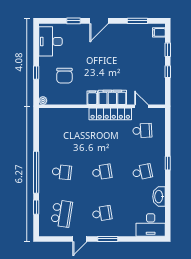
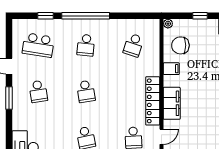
chair: (64, 76) -> (180, 45), moved
filing cabinet: (92, 98) -> (171, 69), moved
school desk: (62, 131) -> (133, 45), added

